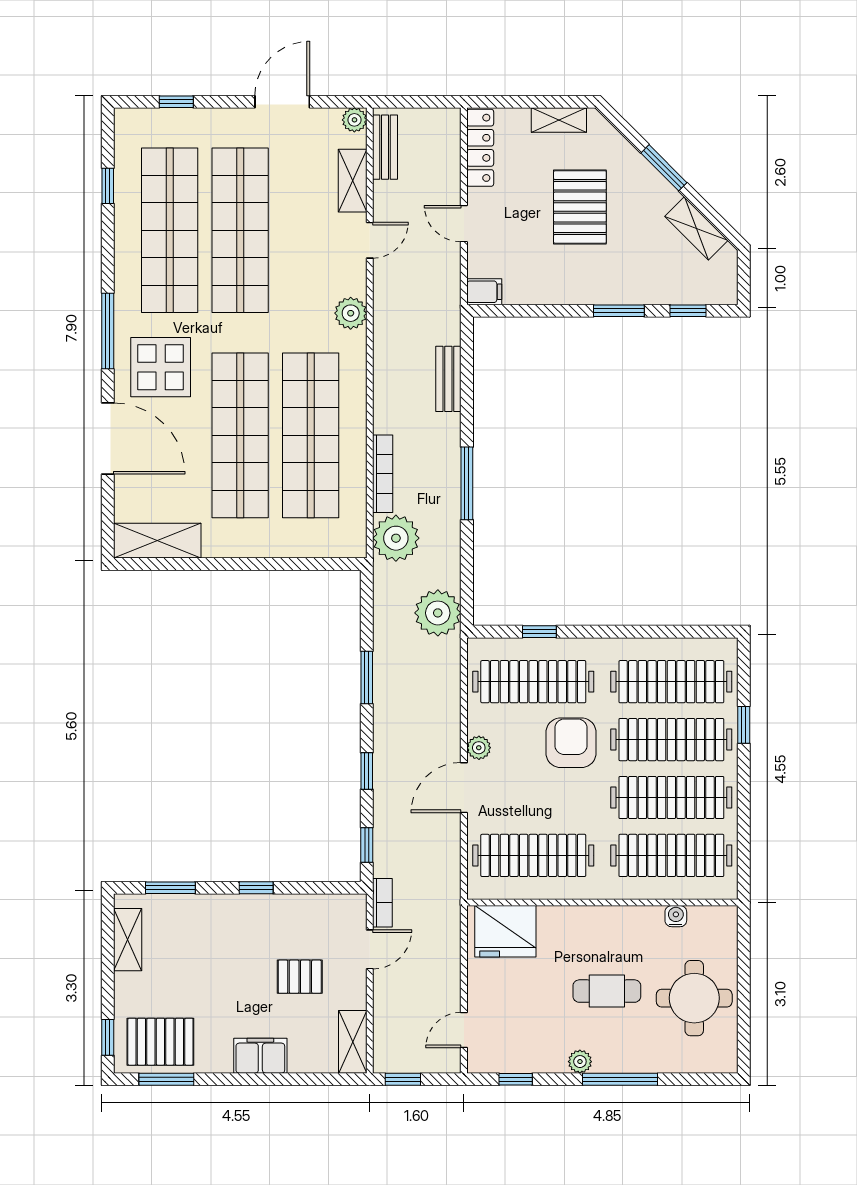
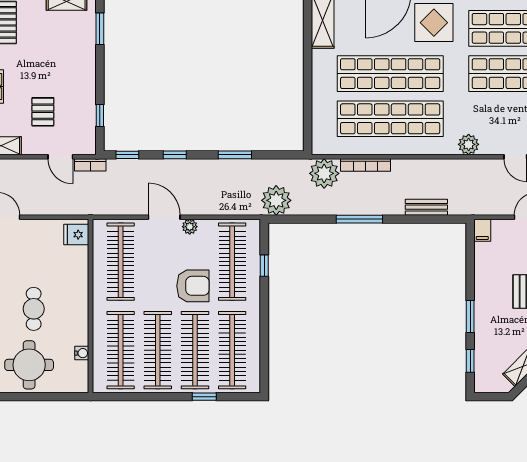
window: (256, 888) -> (100, 115), moved
fridge: (505, 931) -> (76, 235), width x0.53, depth x0.75

